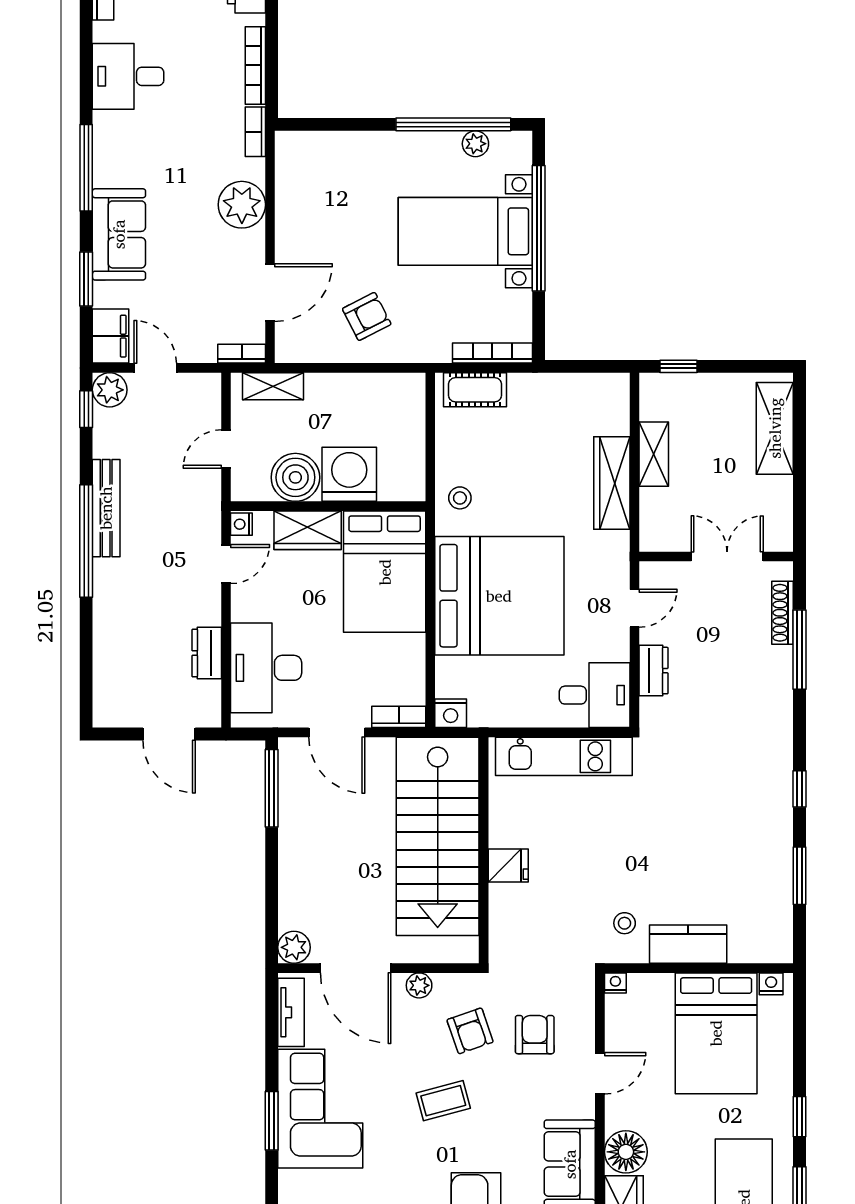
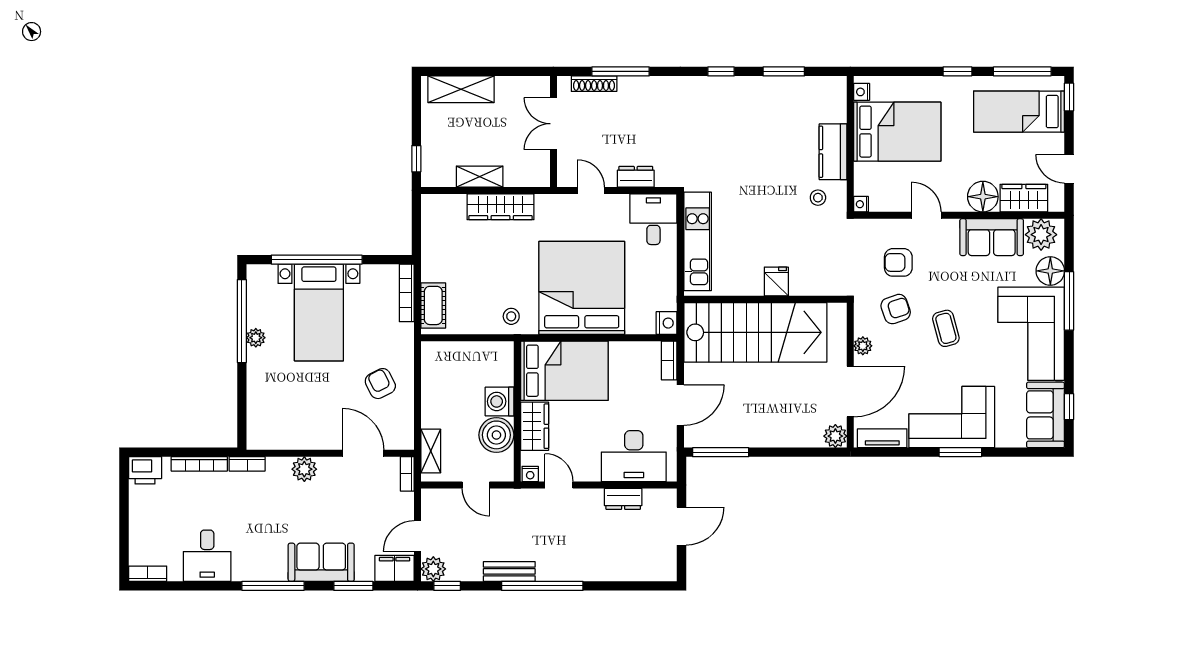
plant: (475, 144) -> (256, 338), moved
plant: (242, 205) -> (304, 469), width x0.73, depth x0.73
washing machine: (349, 474) -> (499, 401), width x0.73, depth x0.73
bench: (106, 508) -> (509, 571), width x0.73

